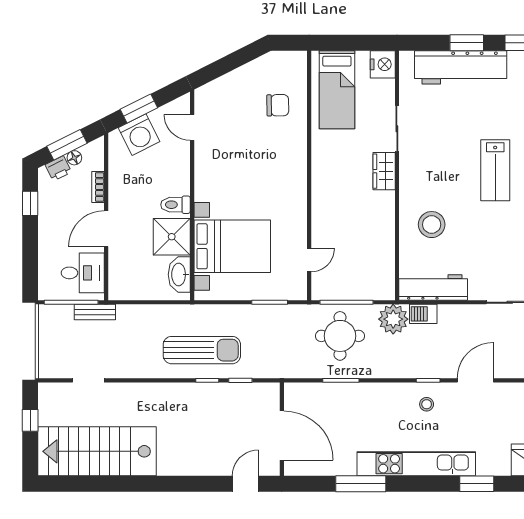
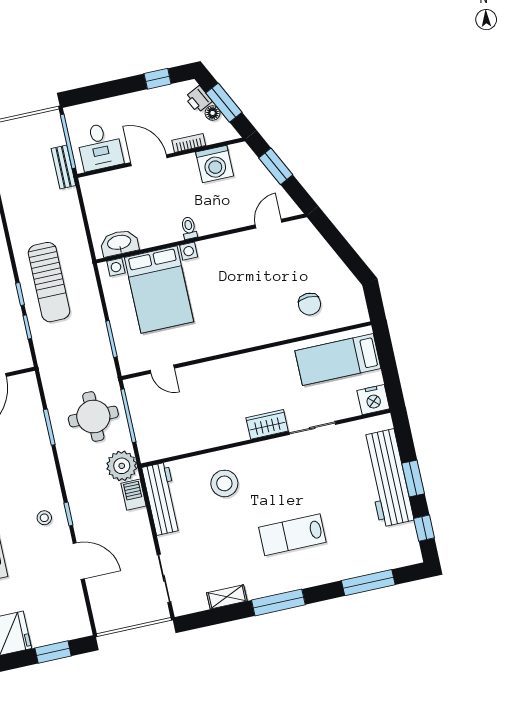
washing machine: (139, 135) -> (215, 164), moved, turned -63
toilet: (175, 205) -> (189, 228), width x0.73, depth x0.72
shower: (172, 237) -> (155, 227), removed

